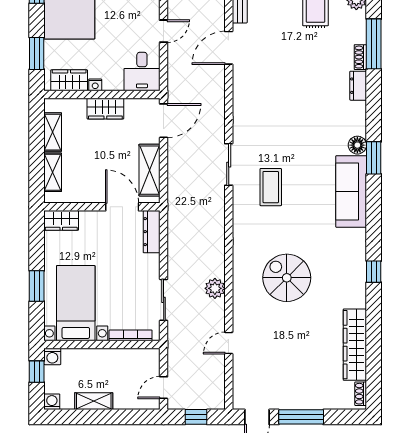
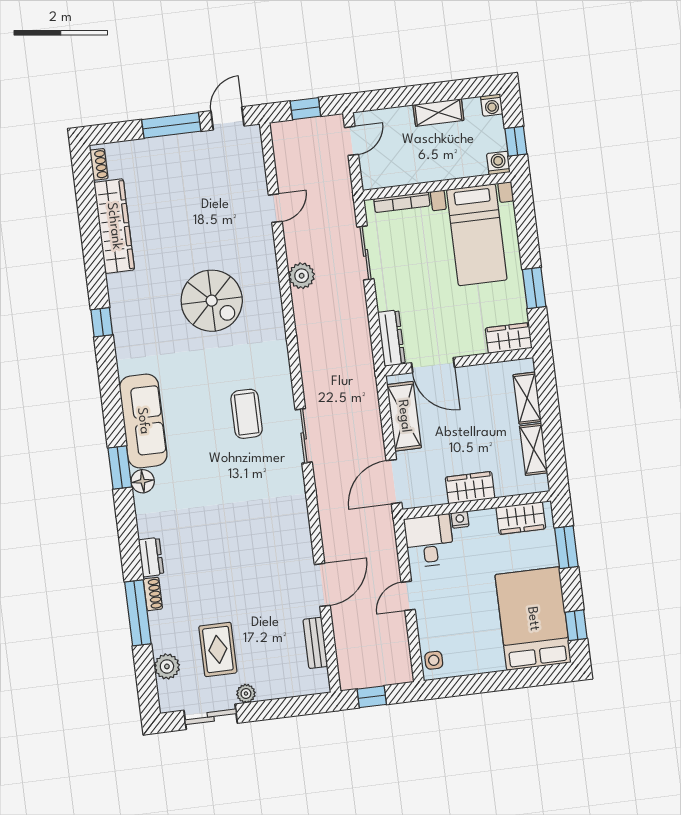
nightstand: (95, 85) -> (460, 520), moved
window: (37, 286) -> (534, 288), moved

